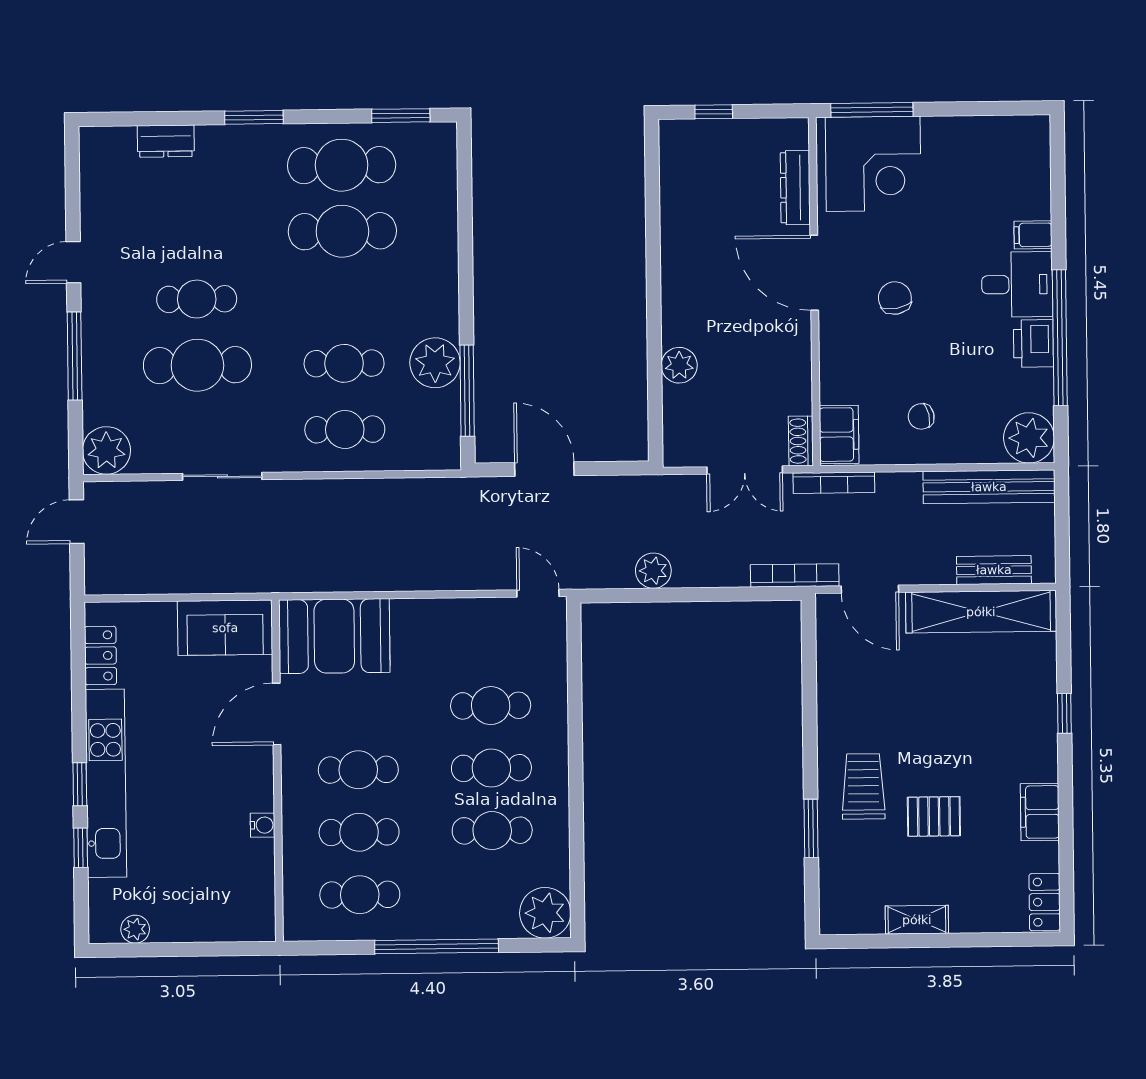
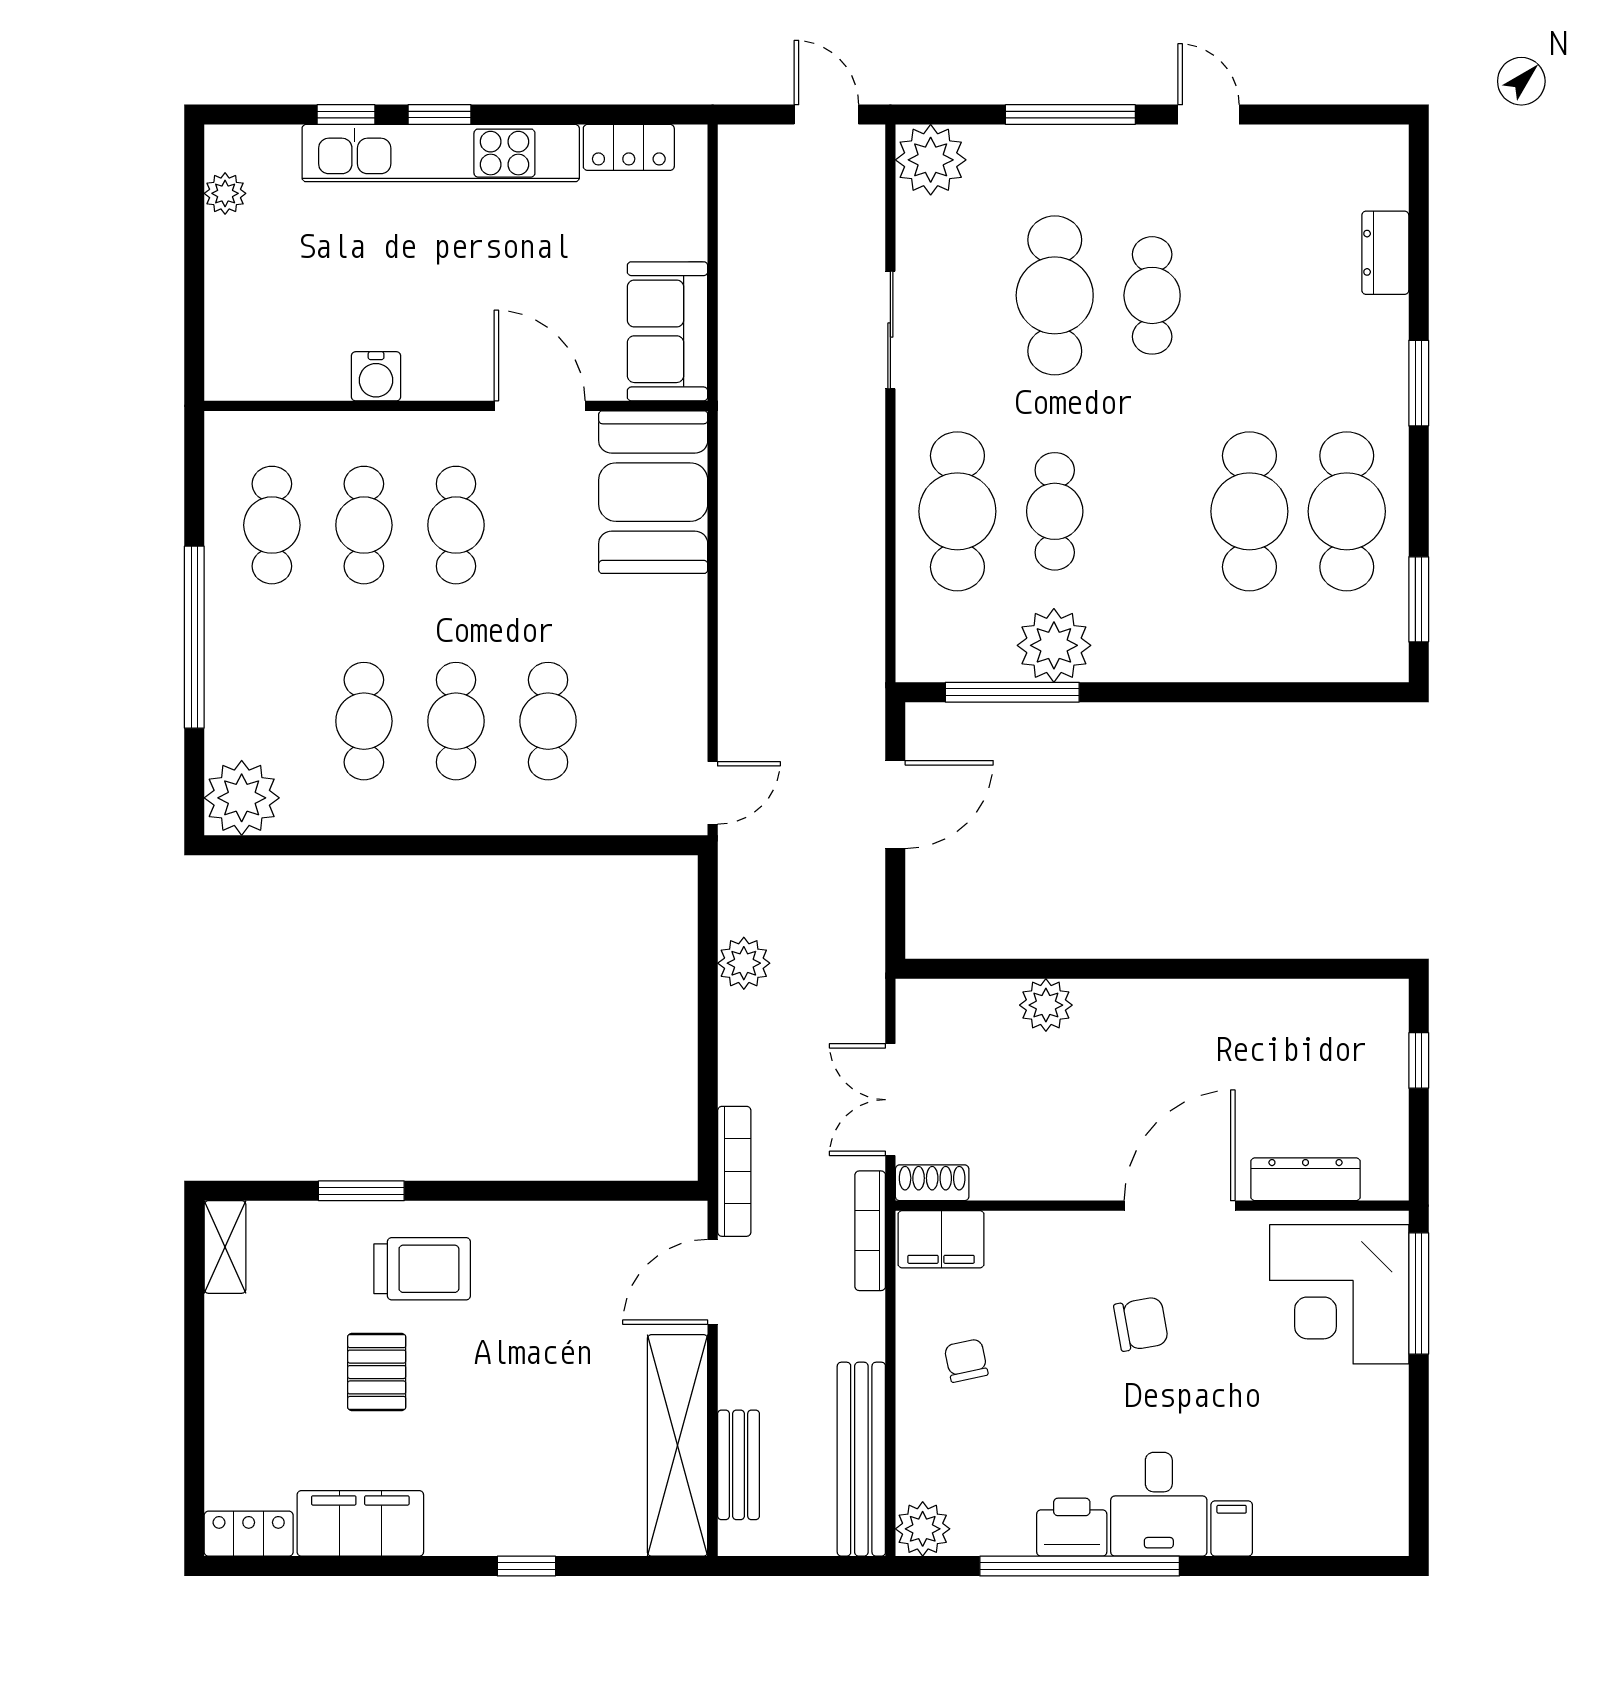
cafe table: (345, 429) -> (957, 511), width x1.37, depth x1.35
plant: (1029, 438) -> (923, 1529), width x0.73, depth x0.73
filing cabinet: (1040, 812) -> (360, 1523), width x1.50, depth x1.17
water cooler: (263, 825) -> (376, 376), width x1.38, depth x1.38
shelving: (917, 920) -> (225, 1247), moved

